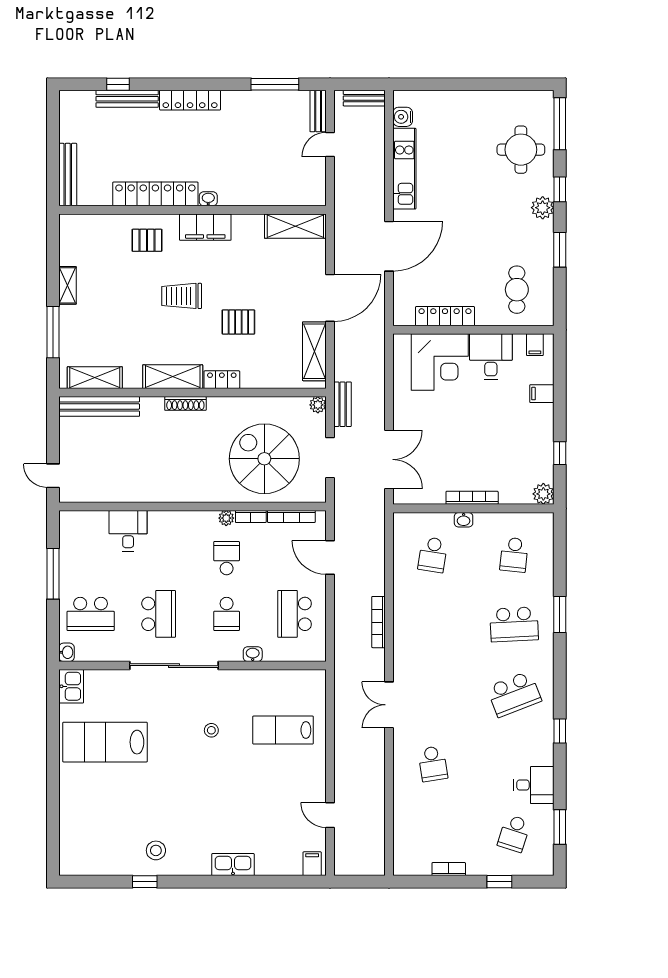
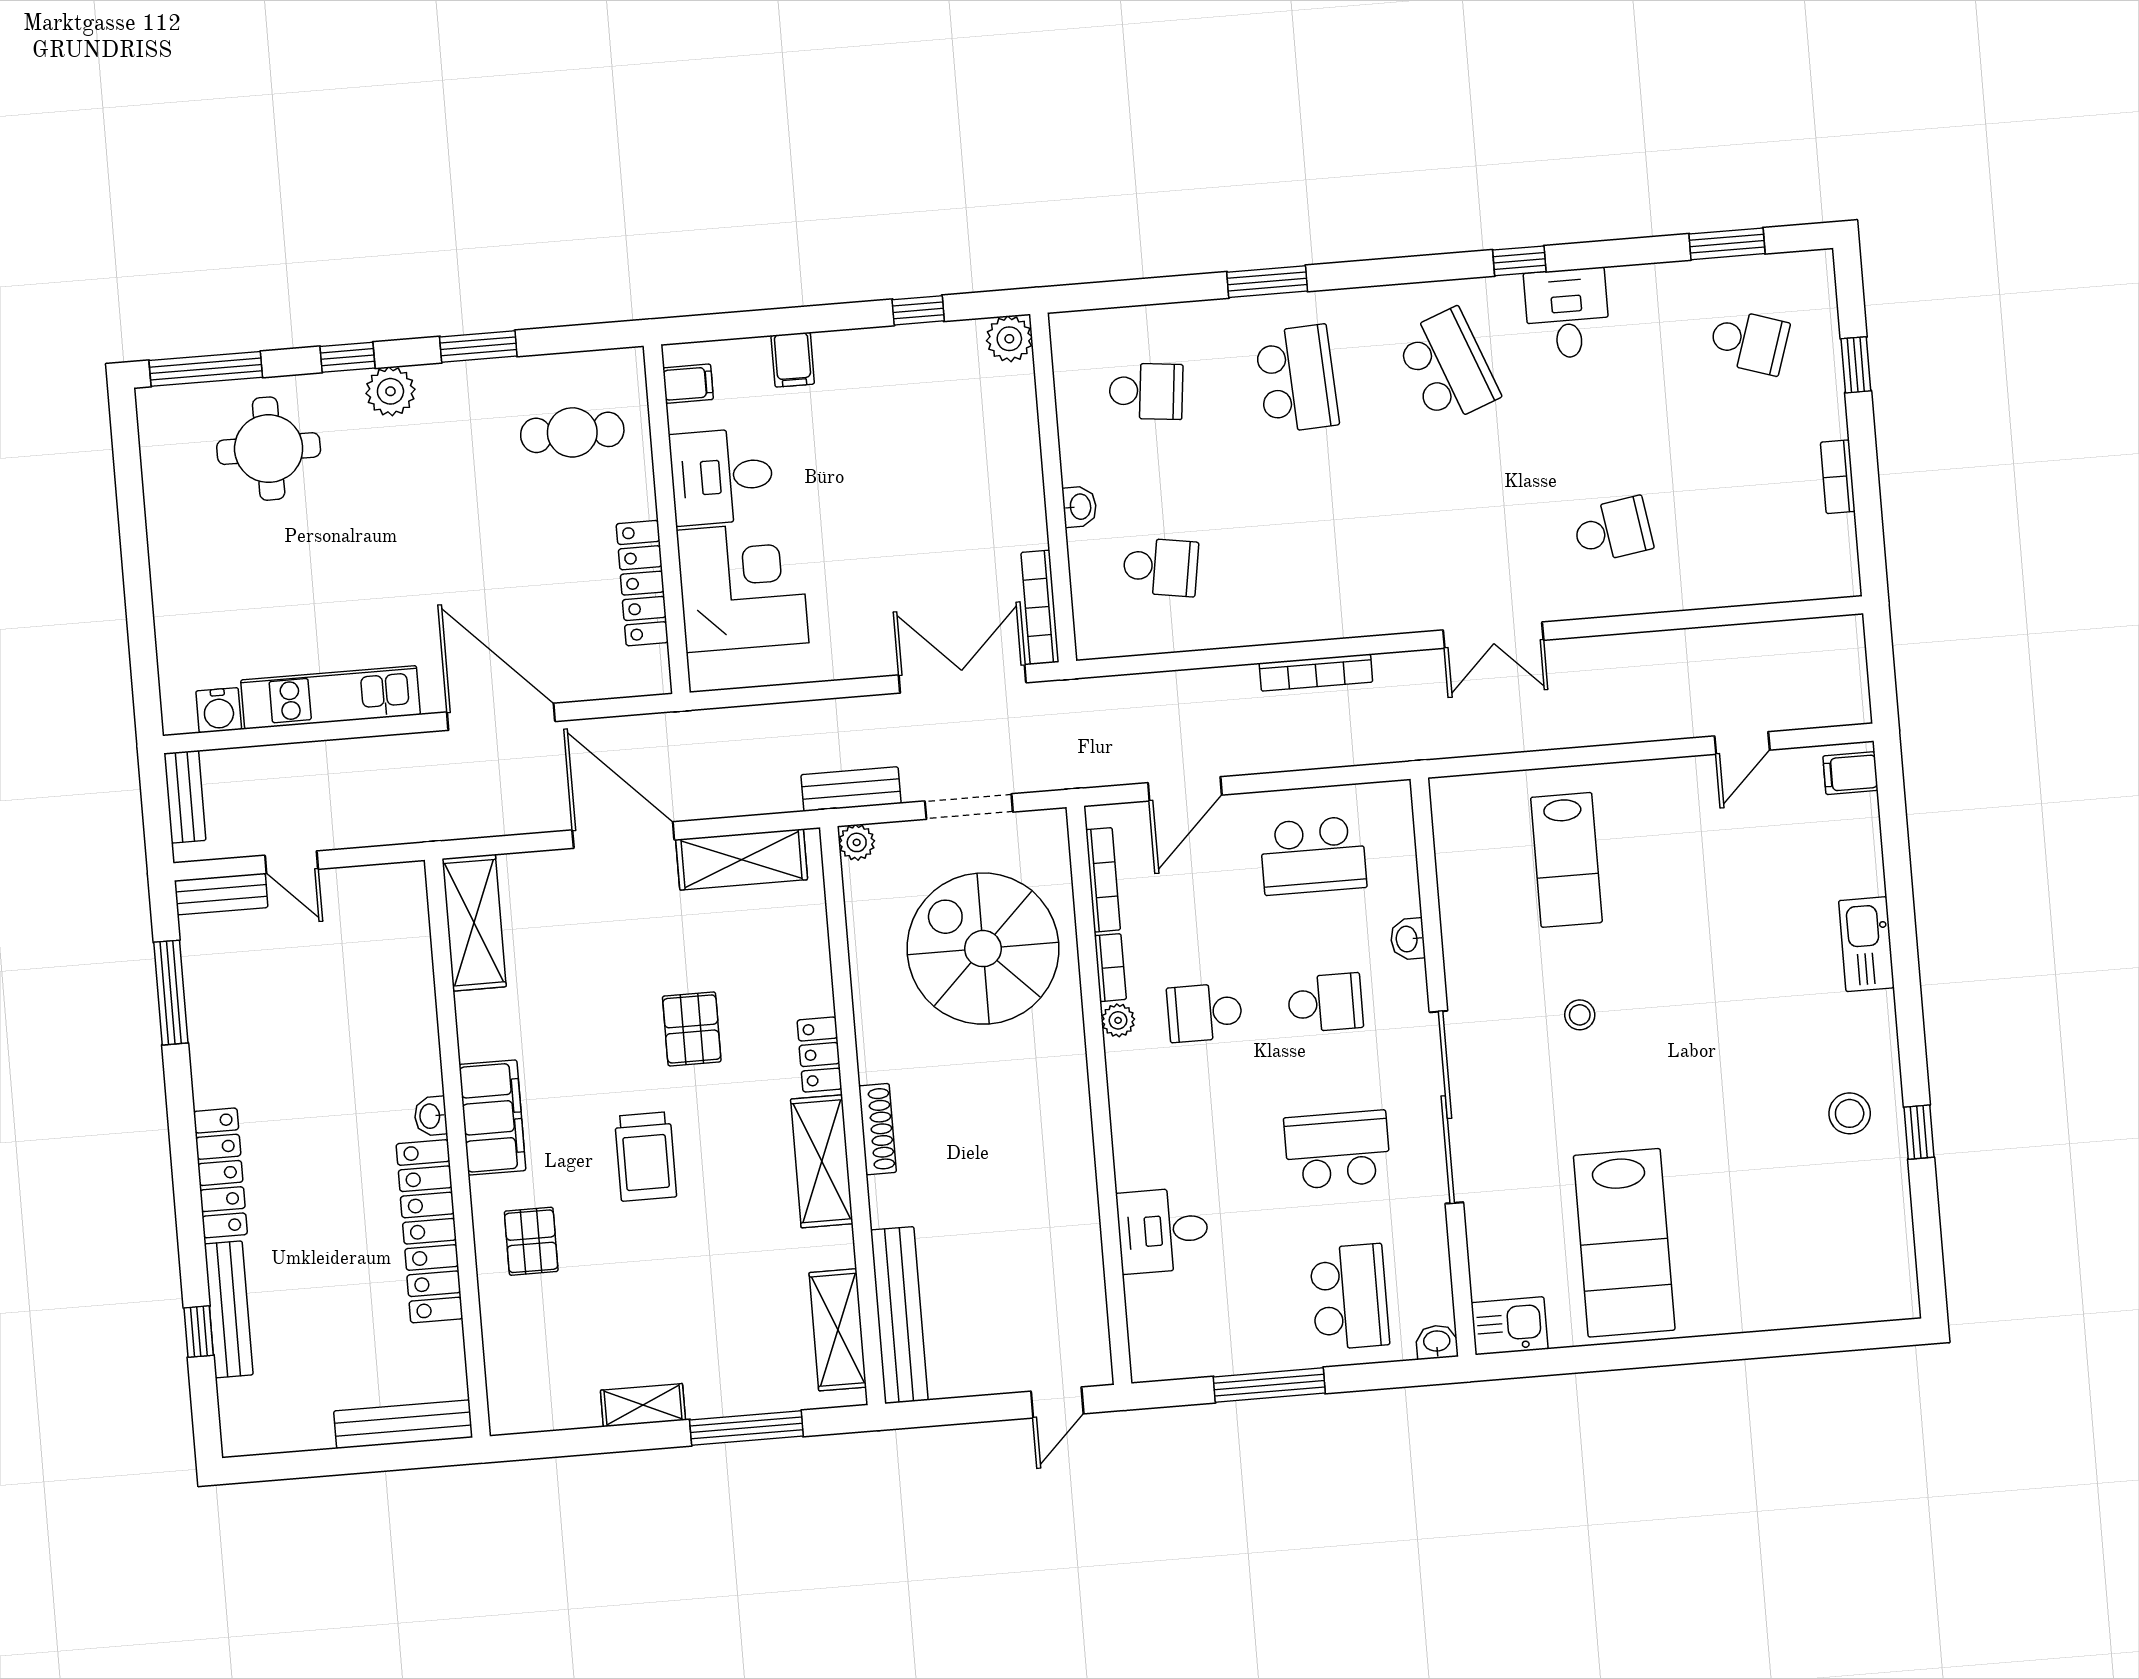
spiral stairs: (264, 459) -> (983, 949), turned 90
bookcase: (472, 498) -> (1040, 607), moved
desk: (534, 785) -> (1567, 314), moved

